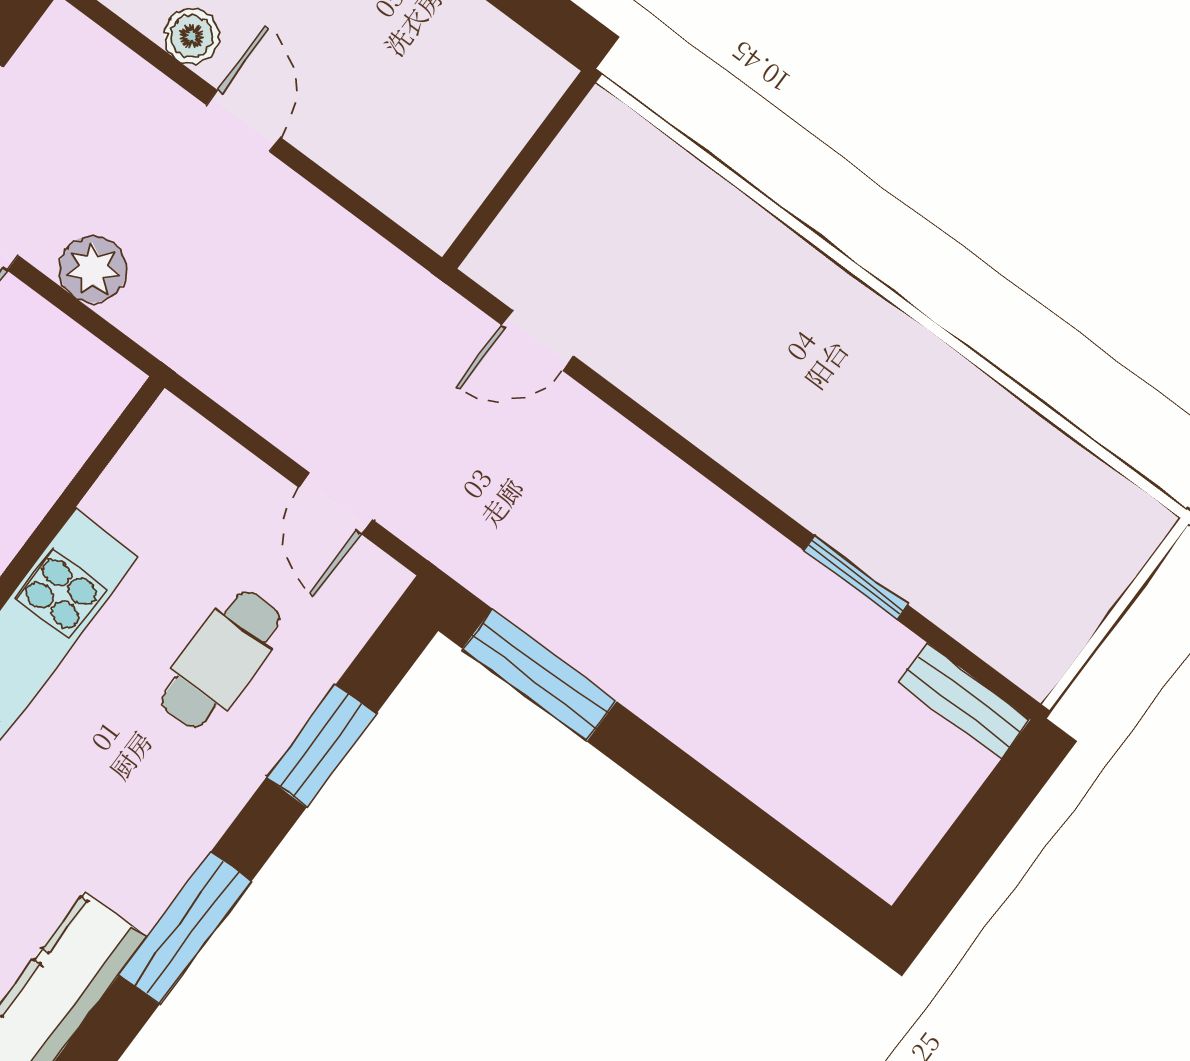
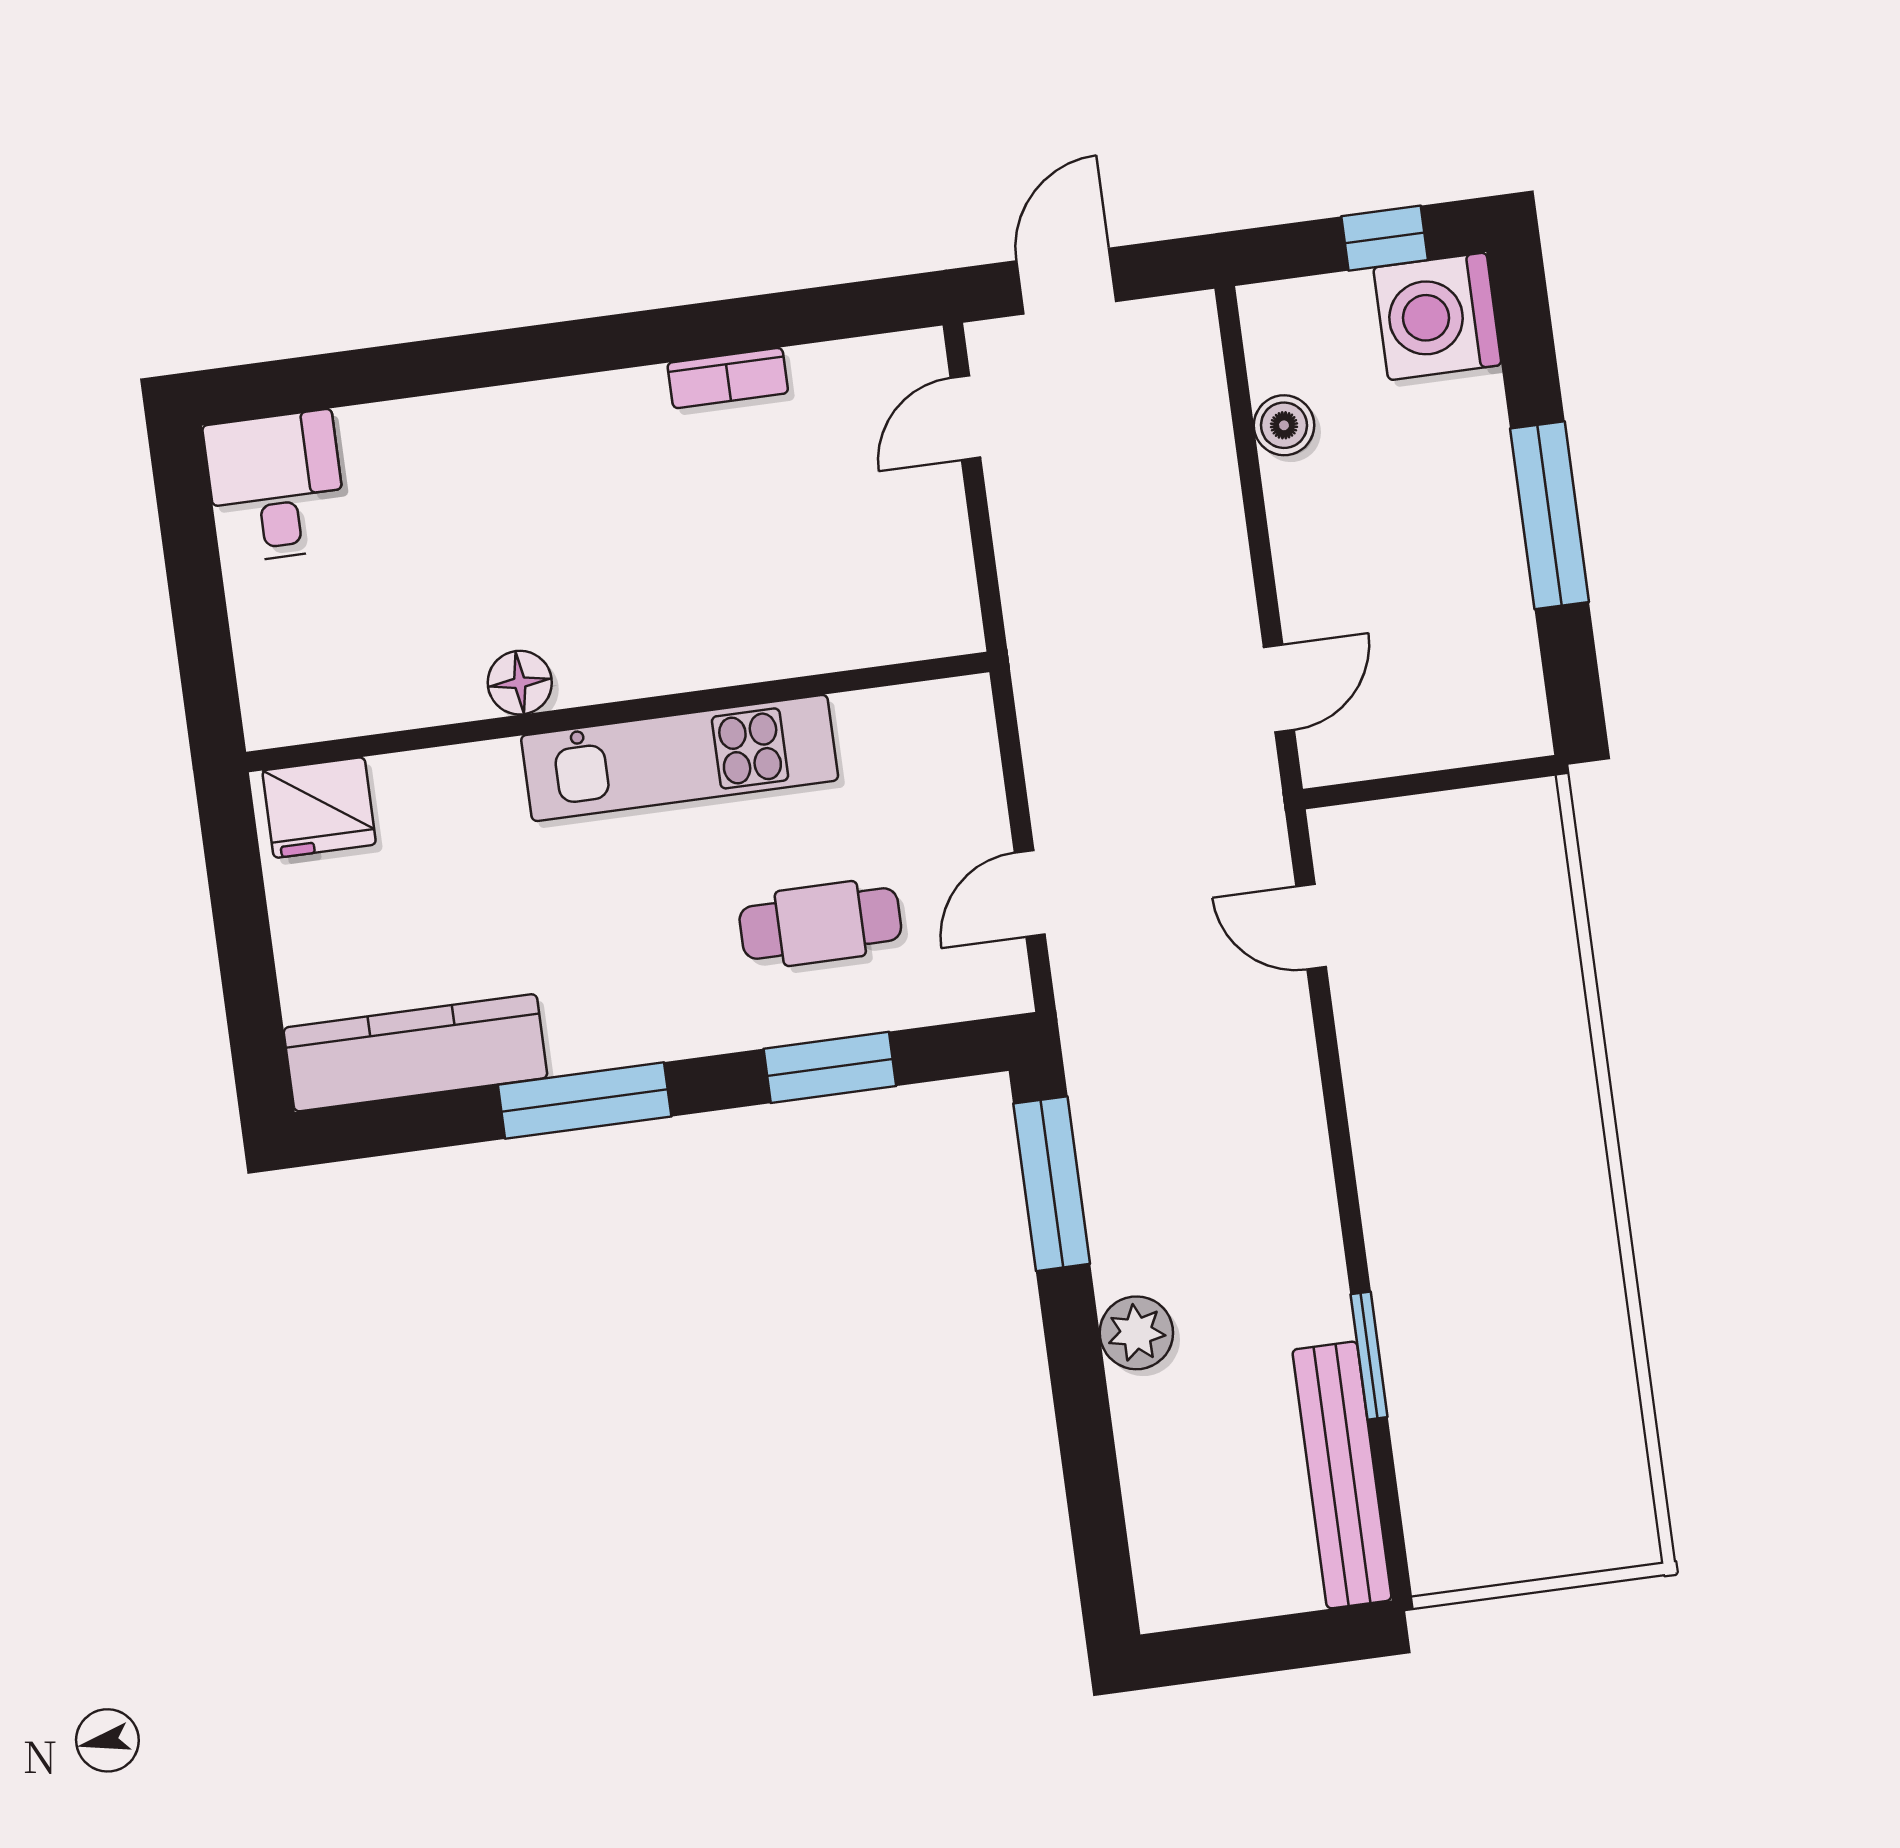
door: (243, 121) -> (1279, 688), moved
plant: (93, 269) -> (1136, 1333), moved
bench: (964, 701) -> (1342, 1475), width x1.86, depth x1.21

